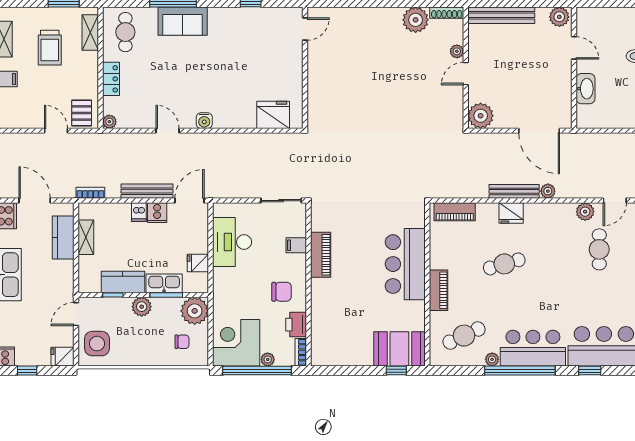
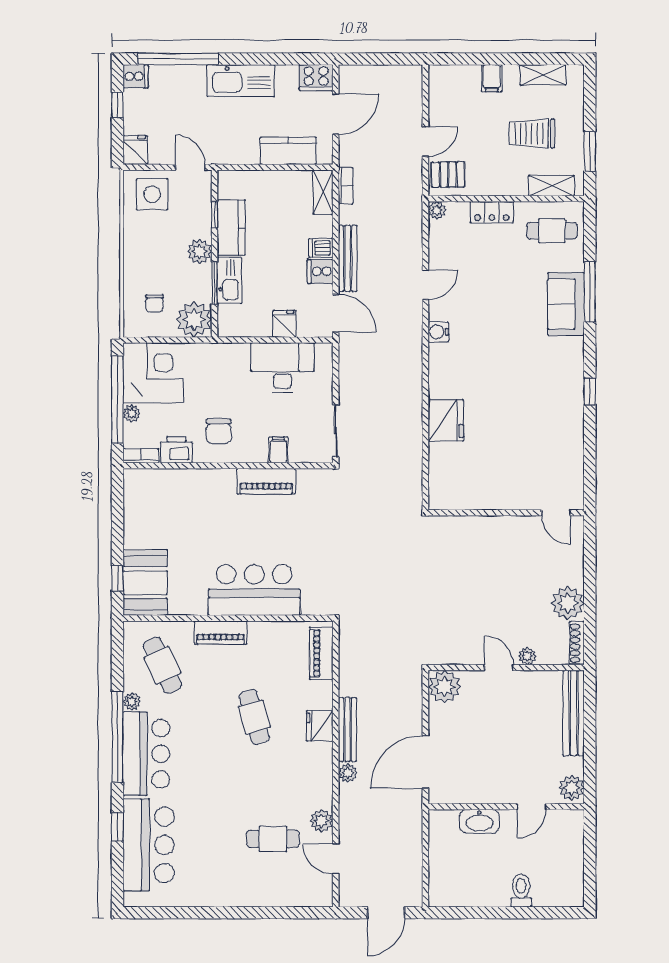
door: (305, 29) -> (556, 513), moved
wall: (305, 68) -> (506, 513), moved
shelving: (86, 237) -> (323, 192), moved, turned 90
fridge: (198, 263) -> (284, 324), moved

